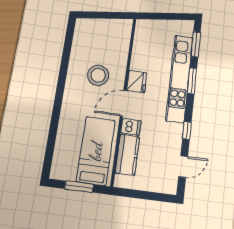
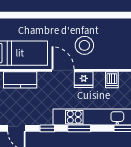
window: (192, 81) -> (79, 128), moved
dishwasher: (131, 127) -> (112, 80), moved

